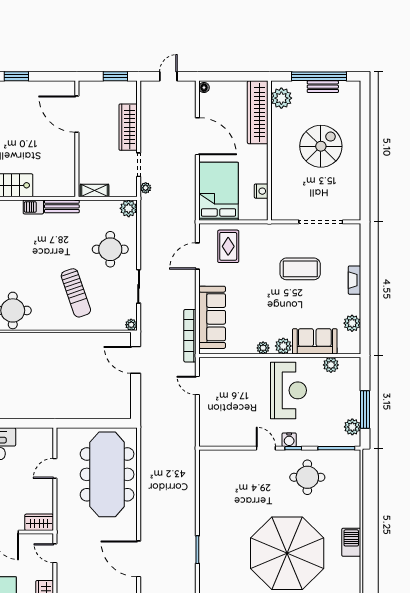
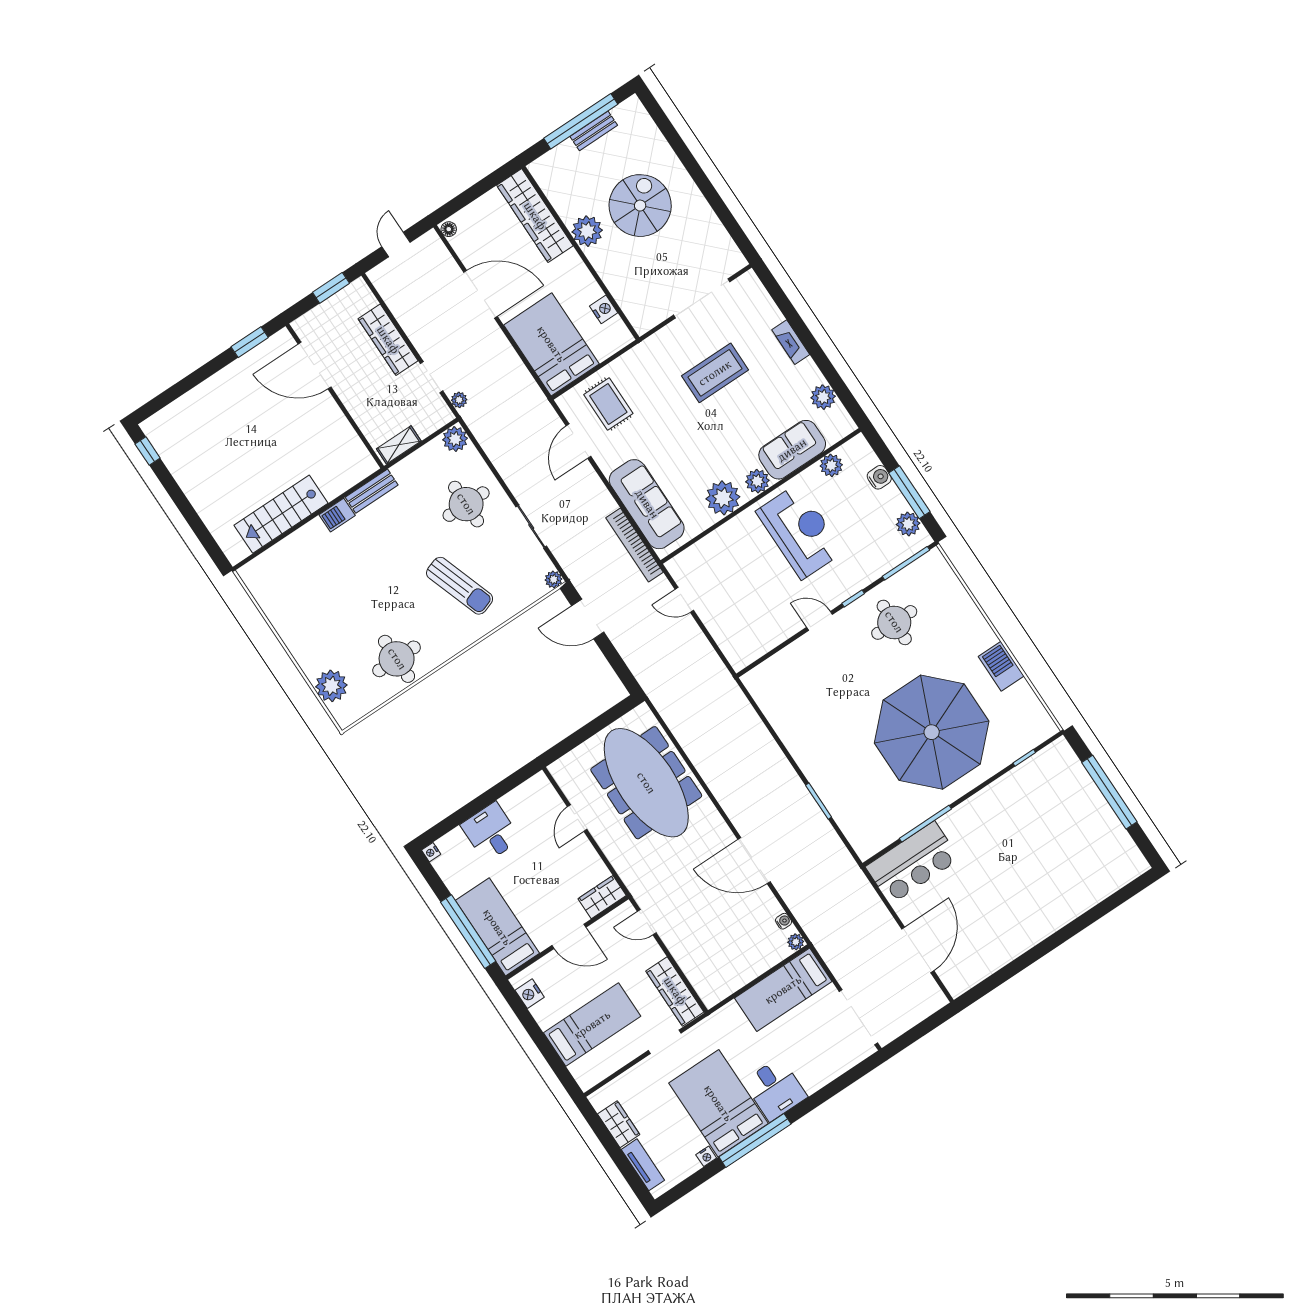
window: (16, 76) -> (250, 342), moved
plant: (281, 98) -> (587, 231), moved
plant: (263, 348) -> (723, 498), width x1.87, depth x1.87
water cooler: (289, 440) -> (879, 477), moved, turned -90

